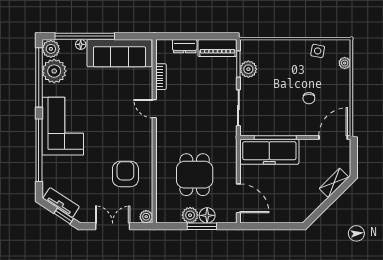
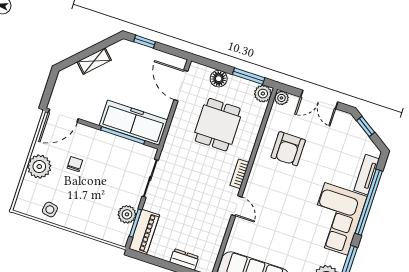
piano: (217, 48) -> (144, 232), moved, turned 90
plant: (345, 63) -> (39, 167), moved, width x1.88, depth x1.88
bookcase: (161, 77) -> (240, 174), moved
shelving: (334, 183) -> (94, 61), moved
tv unit: (61, 203) -> (367, 175), moved, turned 57
plant: (190, 215) -> (263, 94), moved
window: (202, 226) -> (249, 76), moved
window: (283, 226) -> (144, 42), added

